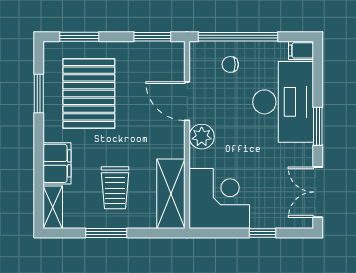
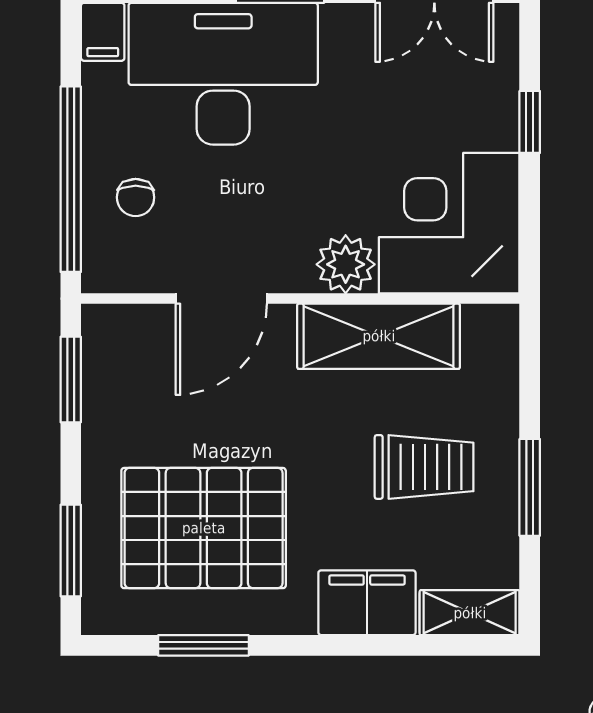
plant: (202, 137) -> (346, 264), moved
shelving: (171, 194) -> (379, 336), moved

